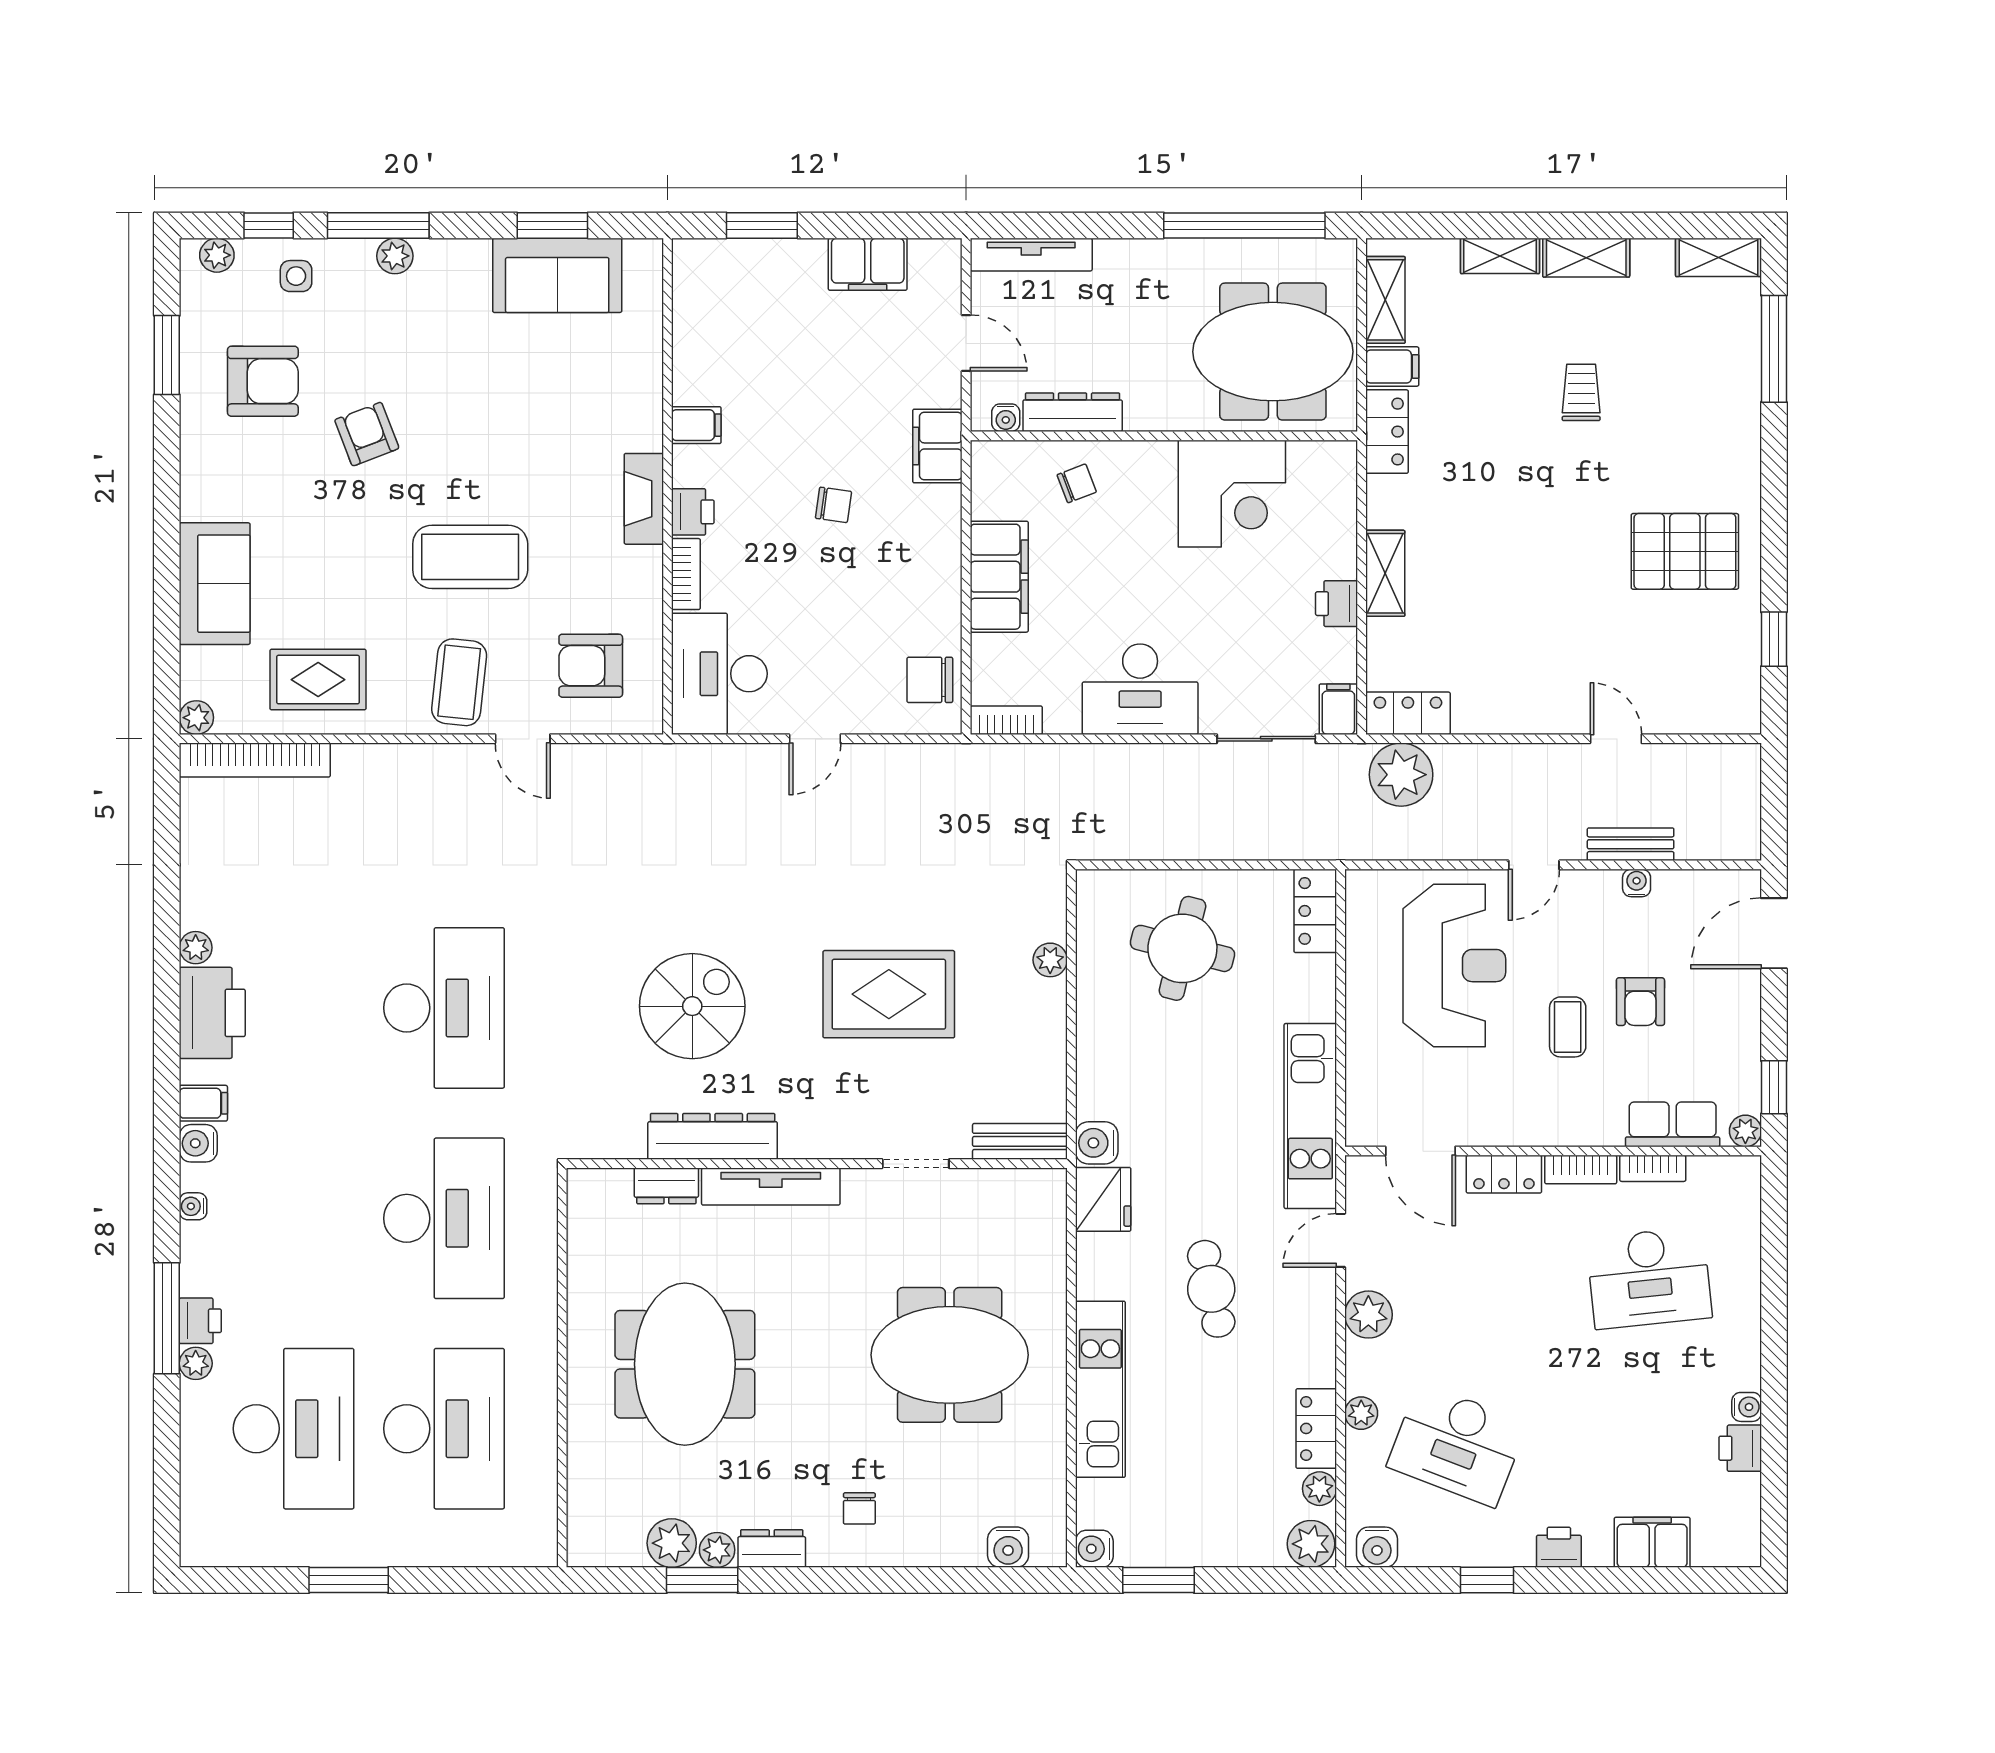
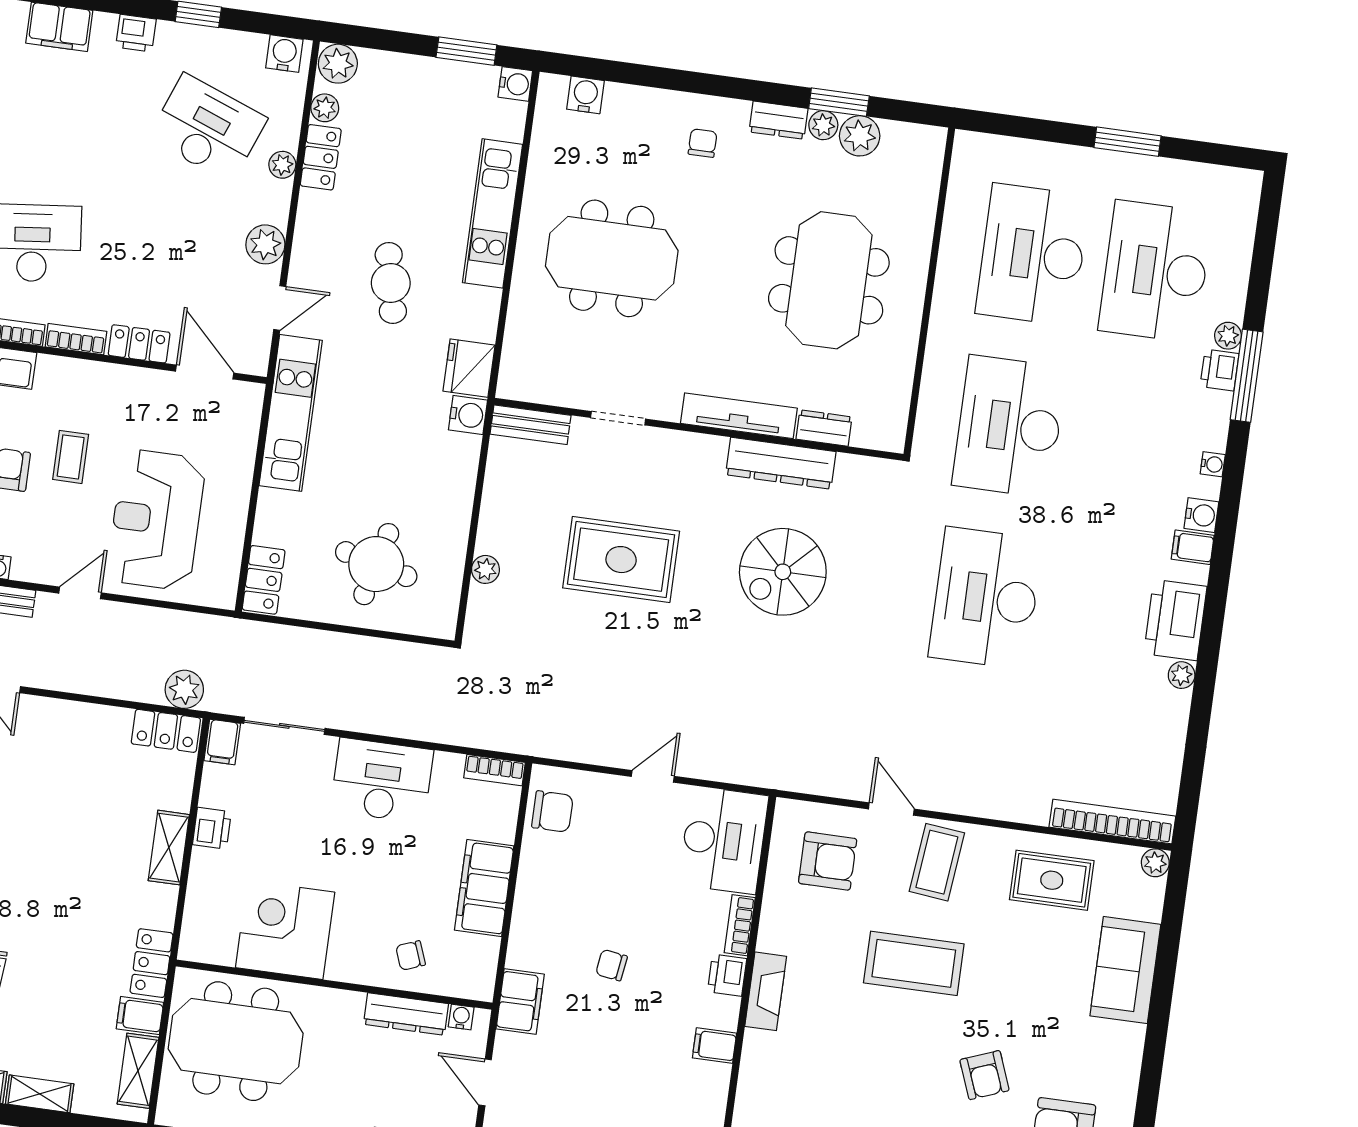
plant: (1401, 775) -> (184, 689), width x0.73, depth x0.73

